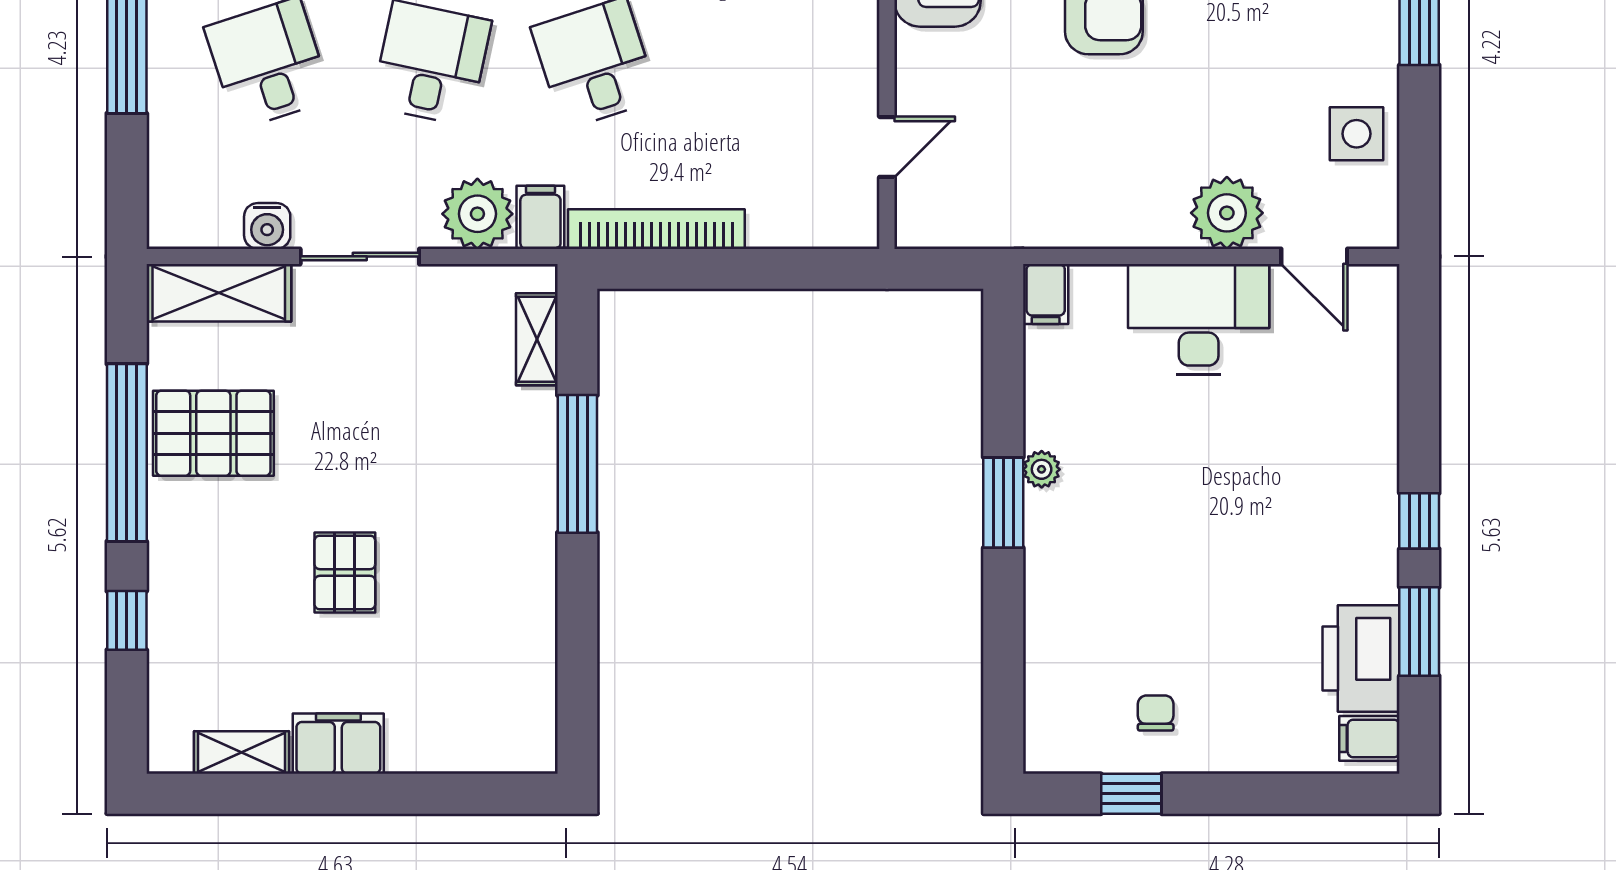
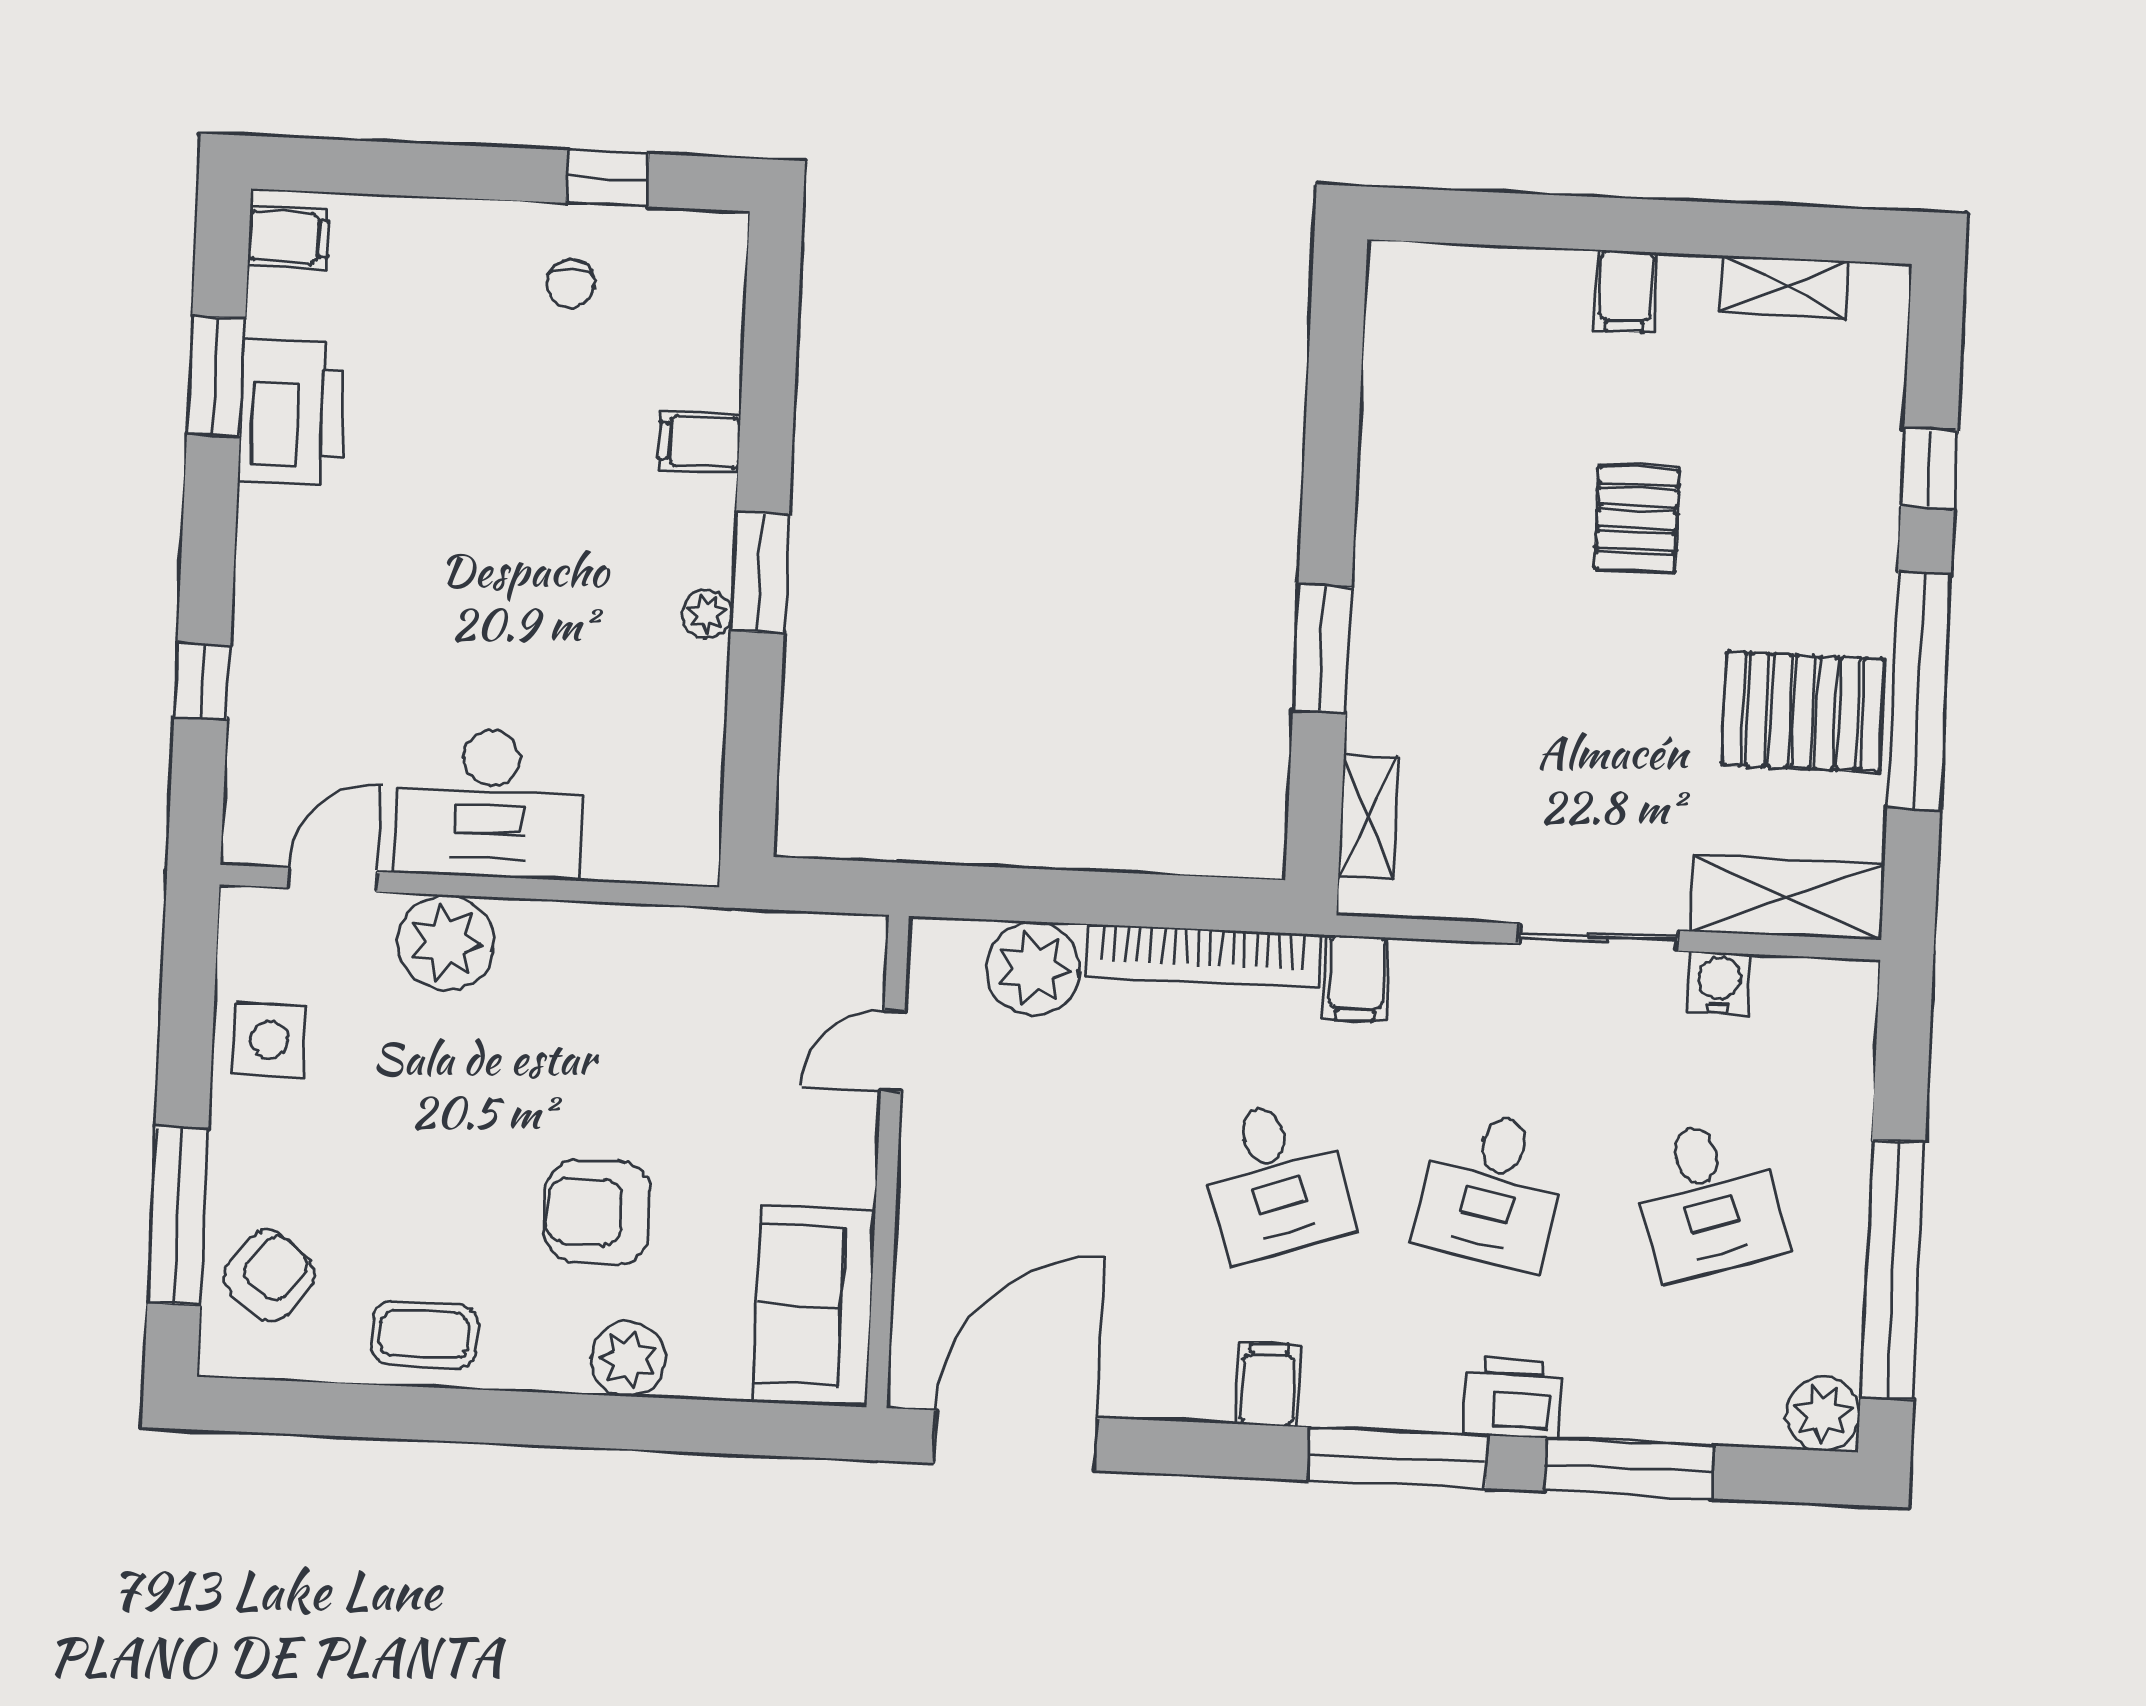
plant: (477, 214) -> (1034, 968), moved
door: (1314, 256) -> (333, 880), hinge flipped
filing cabinet: (1046, 294) -> (699, 442), moved, turned -90
window: (577, 464) -> (1322, 649), width x0.69
window: (1419, 521) -> (202, 681), moved
printer: (1361, 659) -> (292, 412), moved
filing cabinet: (338, 744) -> (1626, 291), width x0.50

